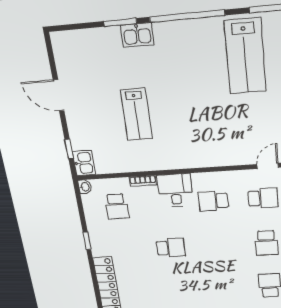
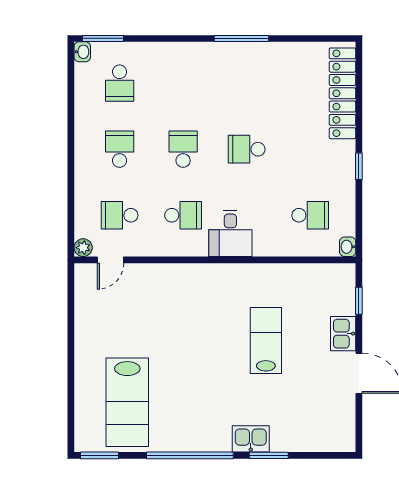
lab bench: (245, 56) -> (127, 402), turned 180
kitchen sink: (84, 163) -> (343, 334), moved
bookcase: (143, 181) -> (271, 250), removed
school desk: (117, 207) -> (310, 215), turned 90
school desk: (218, 245) -> (183, 149), added

